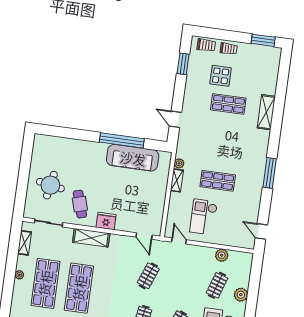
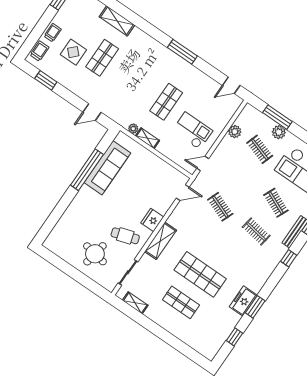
shelving: (266, 112) -> (117, 21), moved
checkout: (204, 217) -> (192, 131), turned 180
plant: (19, 275) -> (161, 322), removed
shop shelf: (45, 283) -> (181, 302), width x0.70, depth x0.74
window: (254, 287) -> (277, 117), added

